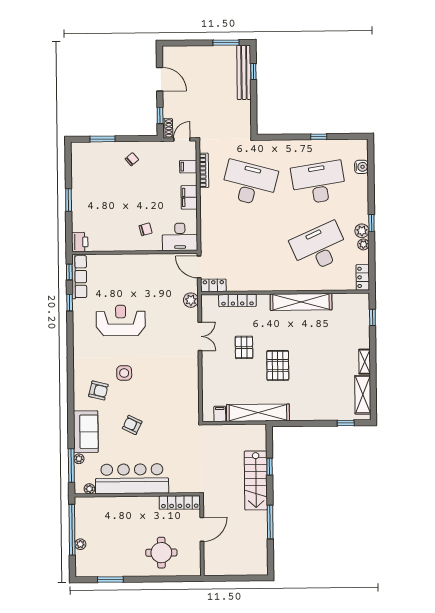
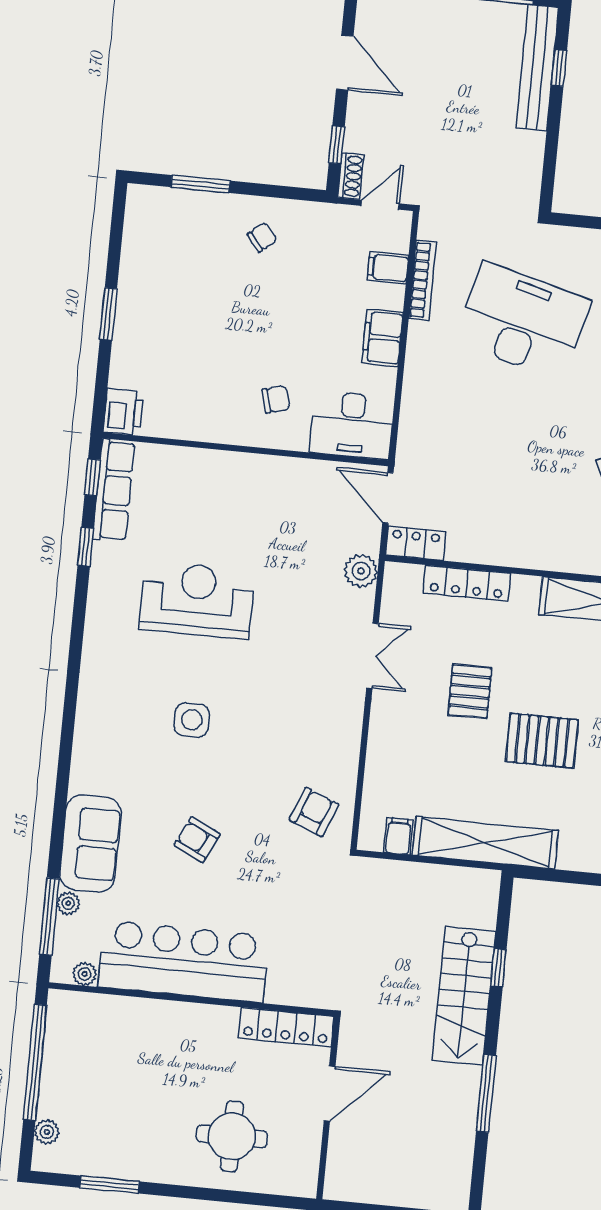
pallet: (278, 365) -> (542, 741), turned 90
armchair: (98, 390) -> (314, 812), moved, turned -82
plant: (80, 544) -> (47, 1132), moved

